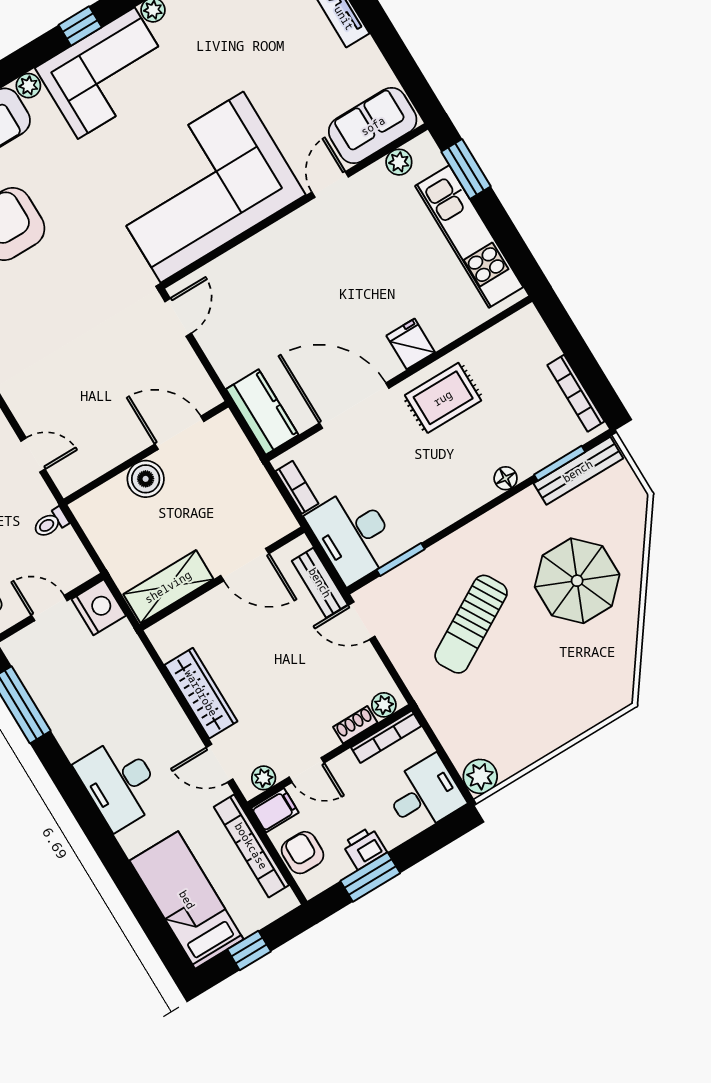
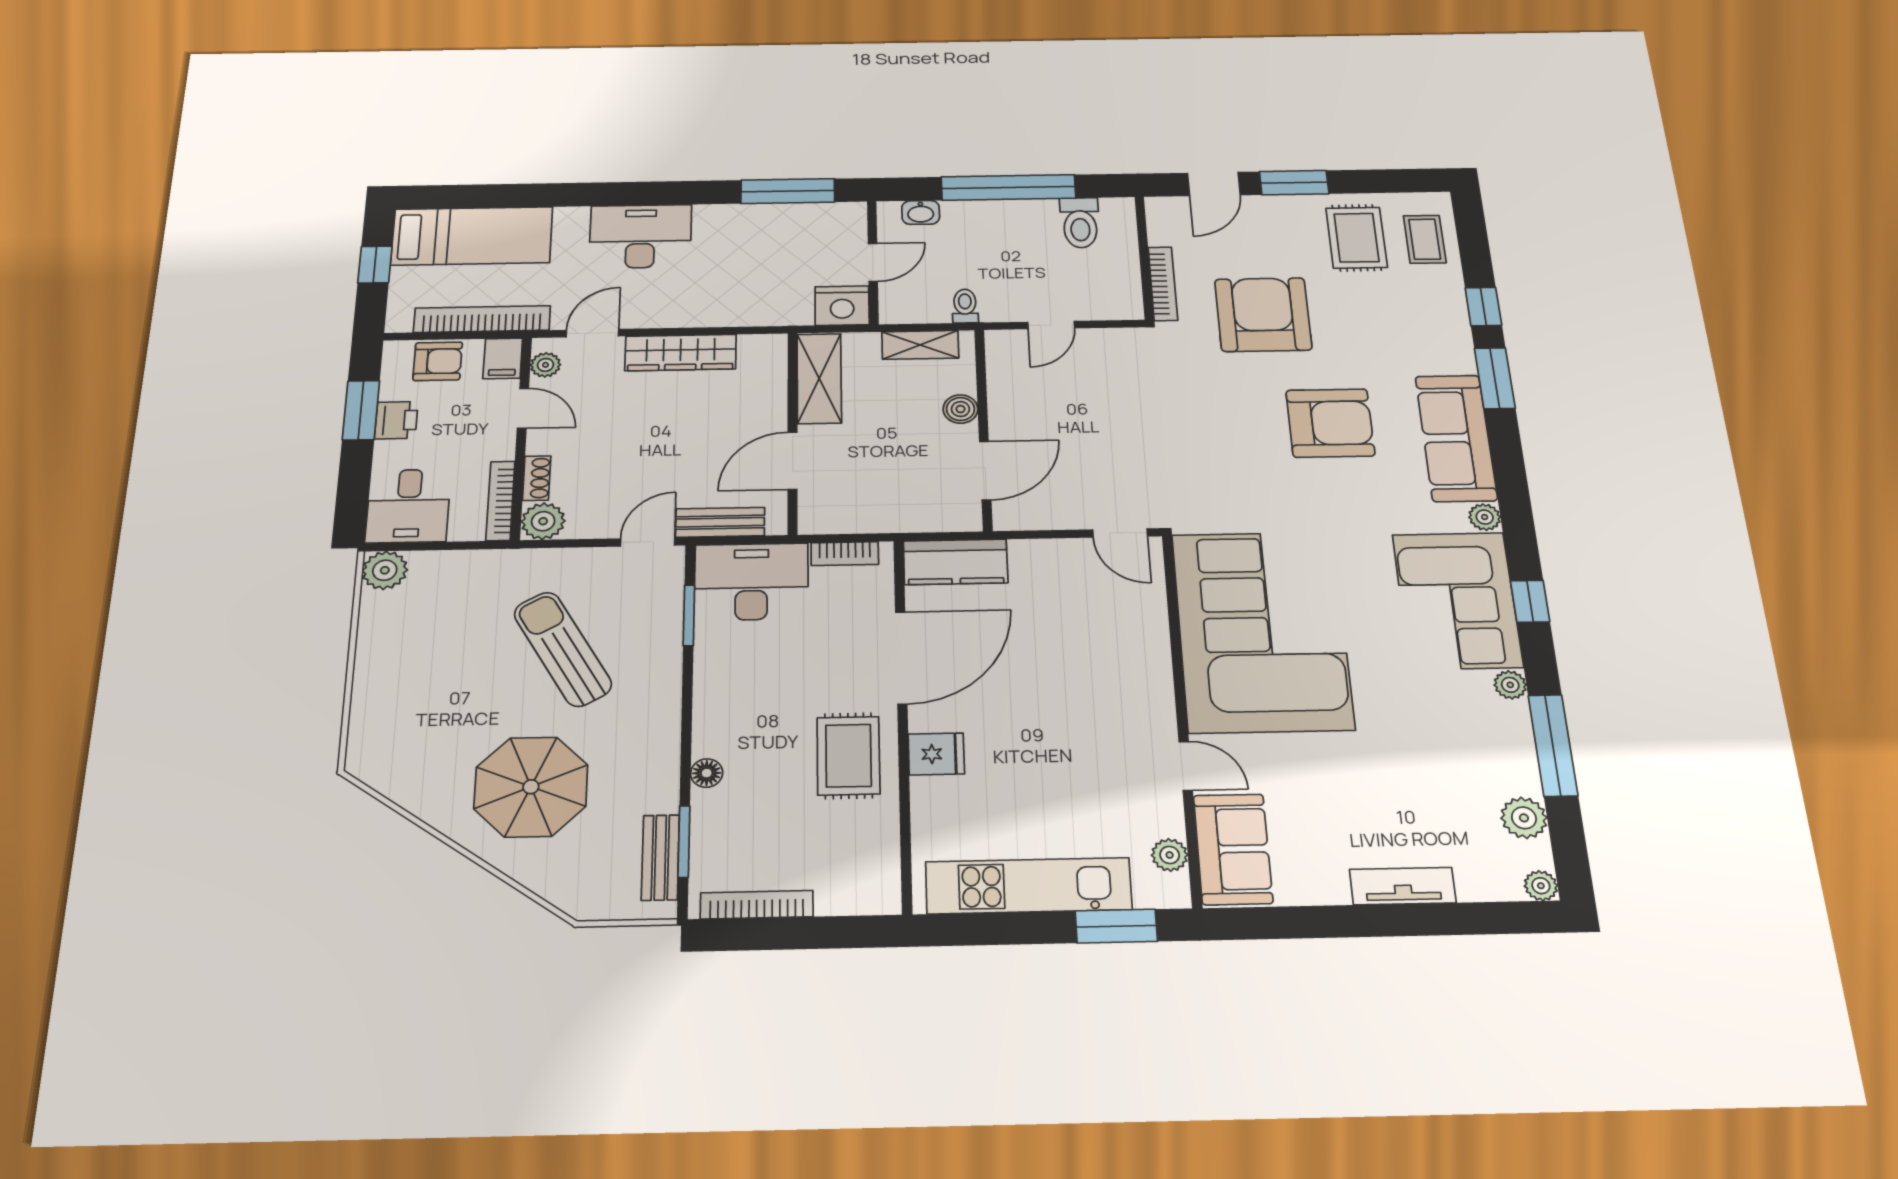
bench: (578, 471) -> (660, 857), width x0.73
boiler: (146, 479) -> (960, 409), width x0.73, depth x0.73
shelving: (101, 535) -> (920, 345), added
plant: (384, 705) -> (543, 521), width x1.38, depth x1.38
door: (307, 770) -> (523, 408), swing flipped

